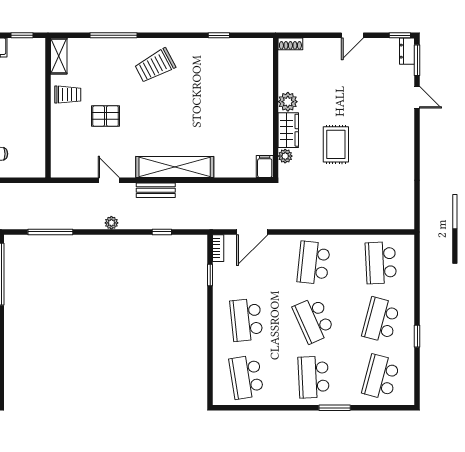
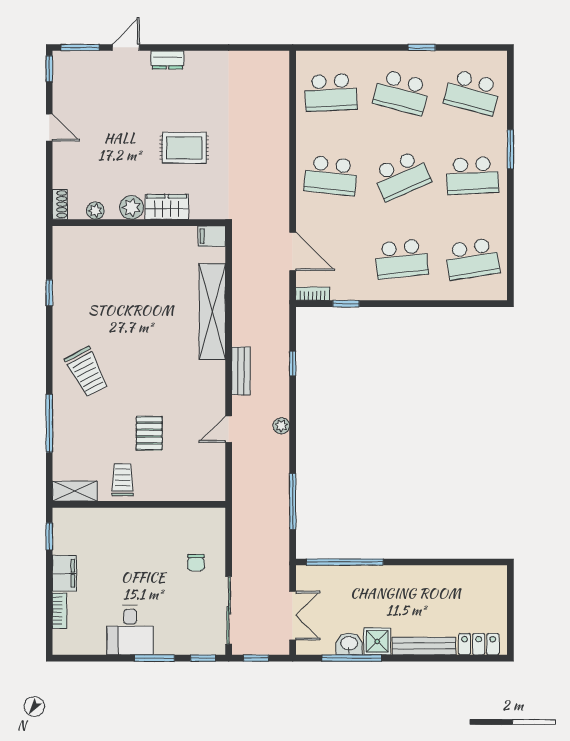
dresser: (407, 51) -> (167, 60), moved
plant: (285, 156) -> (95, 211), moved
shelving: (175, 167) -> (212, 312), moved

